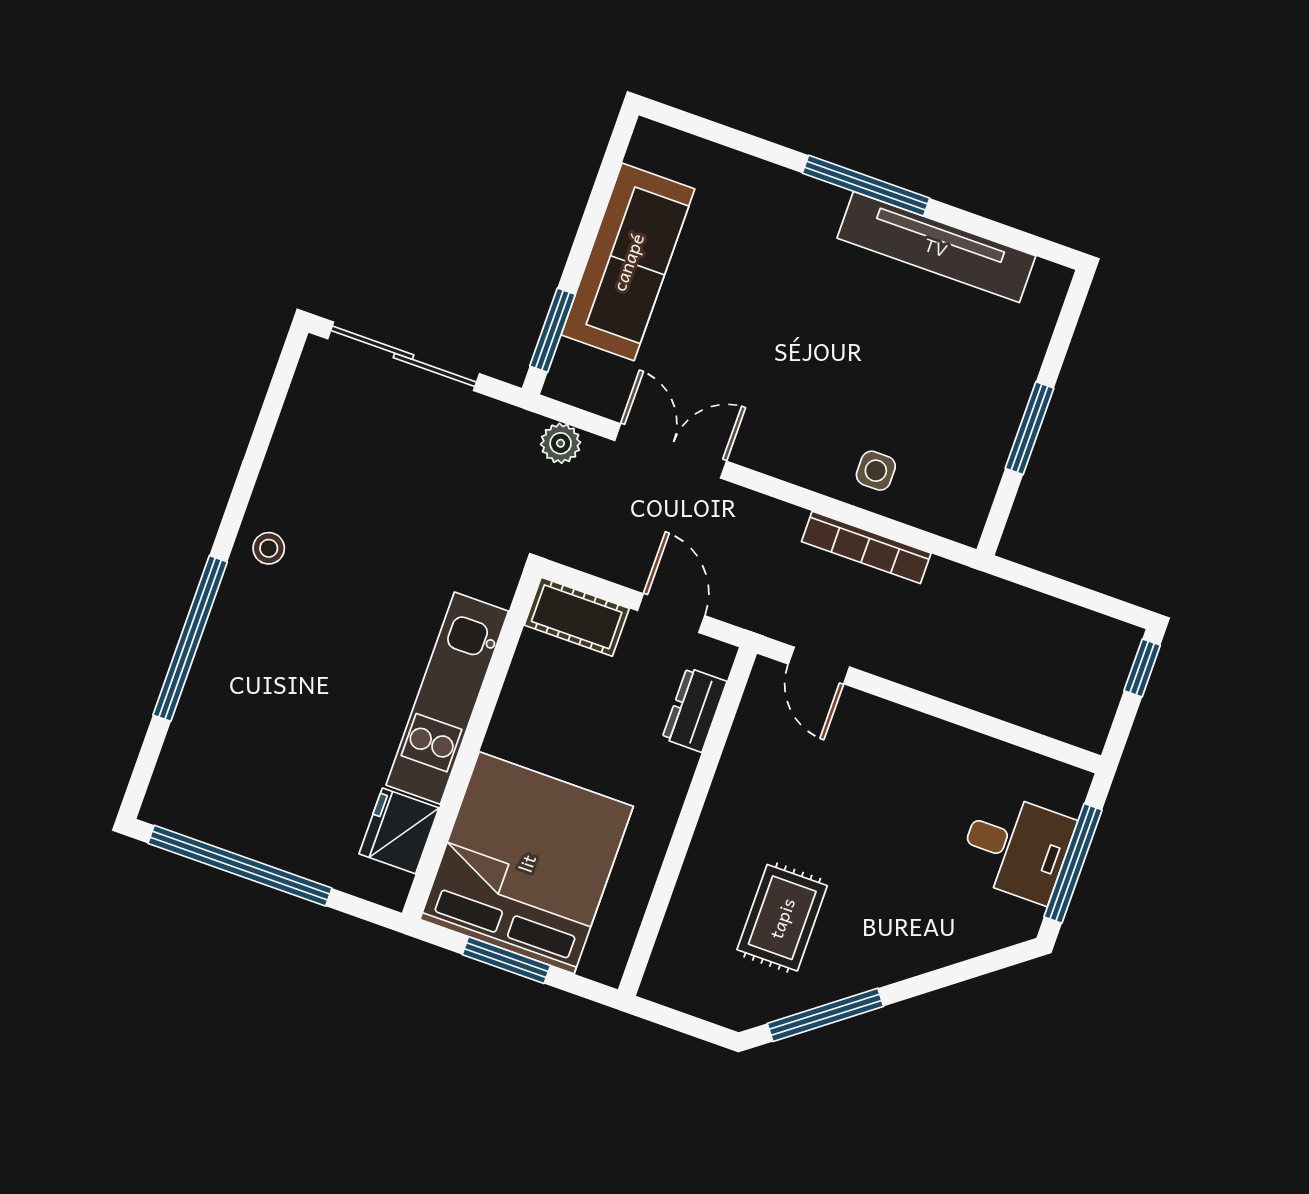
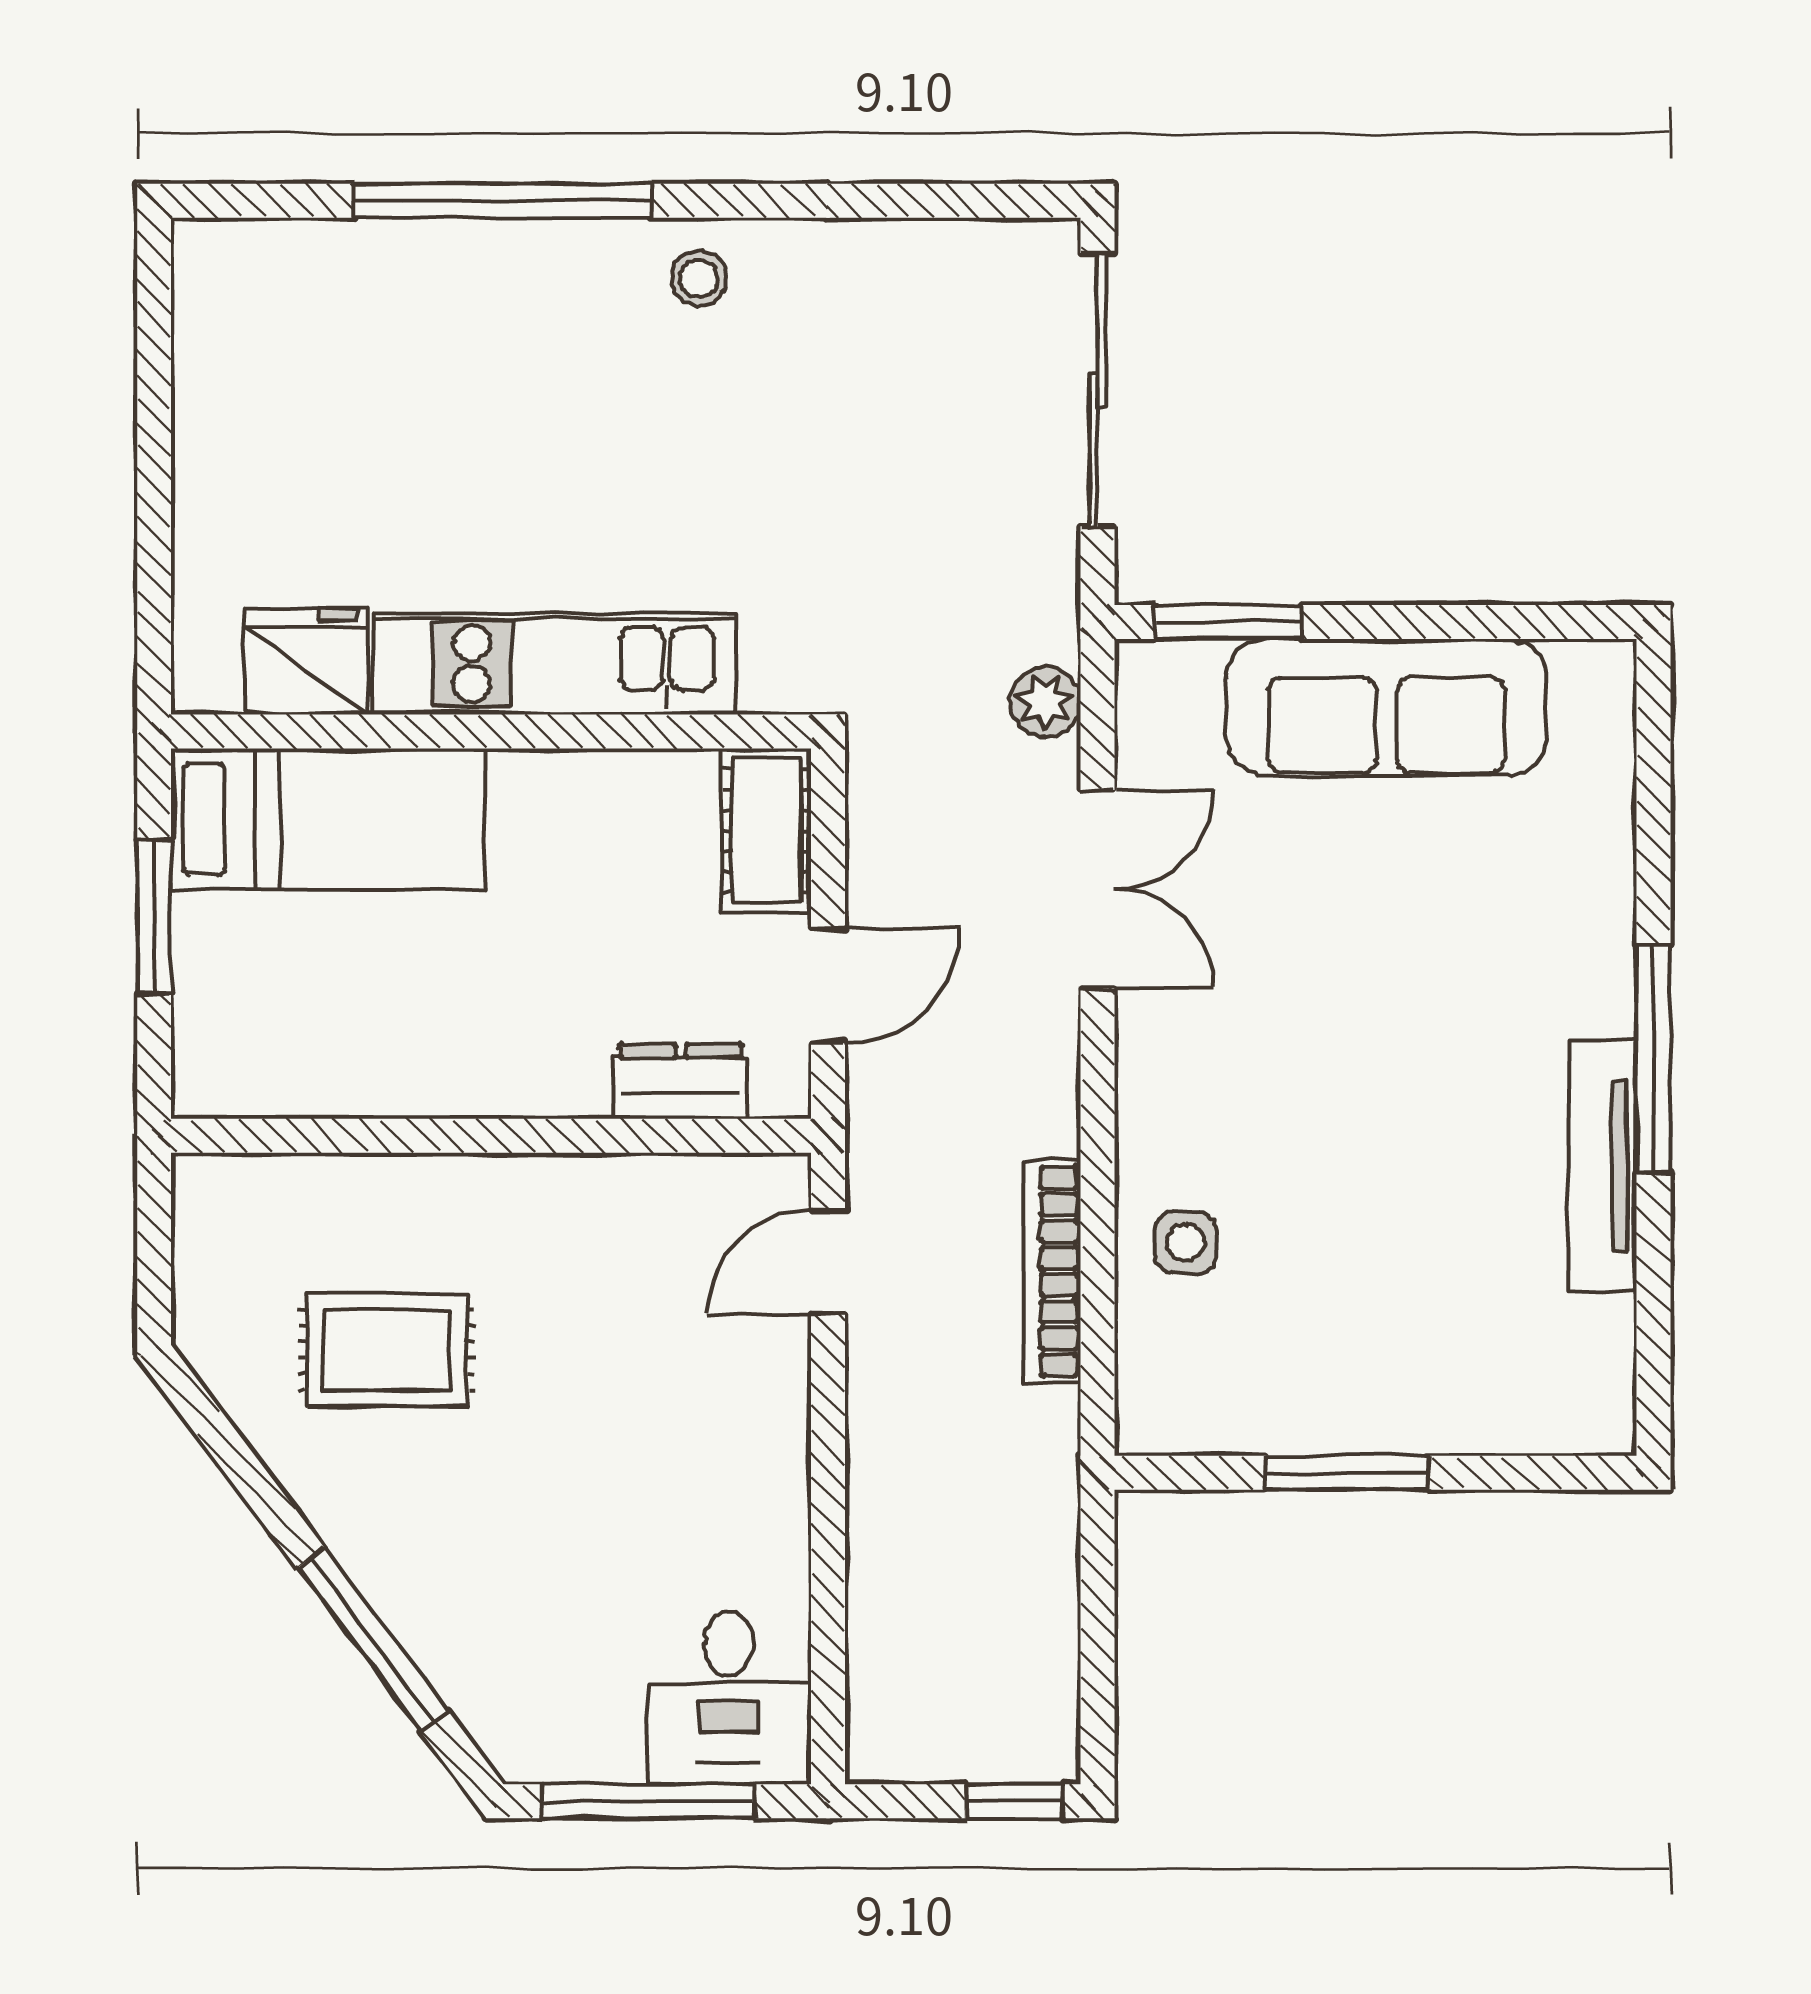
tv unit: (936, 247) -> (1603, 1166), width x0.73, depth x0.78
desk: (1016, 847) -> (729, 1697), moved
bed: (527, 863) -> (328, 819), width x0.49
window: (240, 866) -> (154, 418), removed
window: (825, 1015) -> (373, 1640), moved

